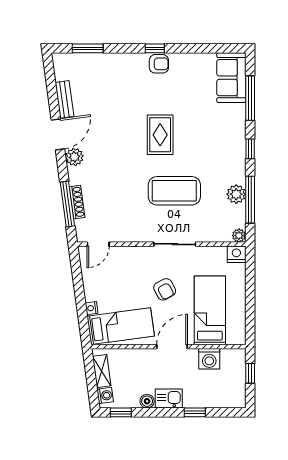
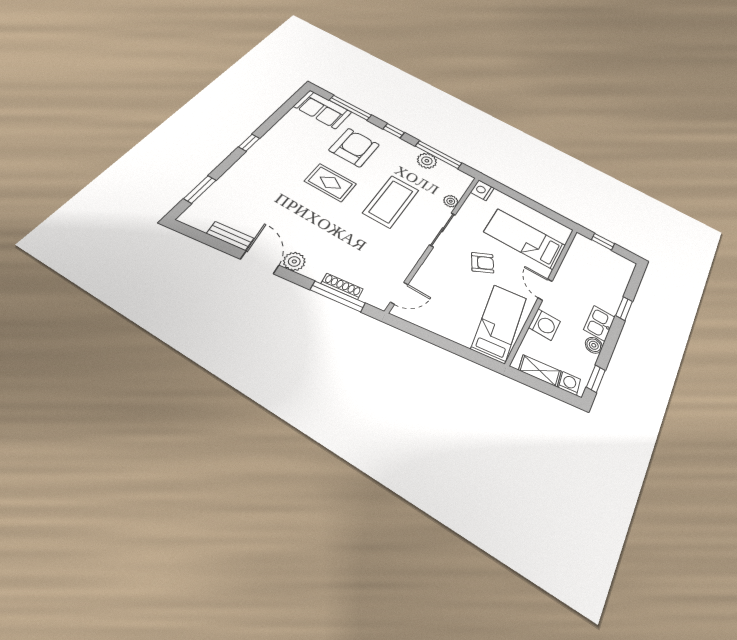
armchair: (159, 64) -> (354, 147), moved, width x1.88, depth x1.88
plant: (239, 236) -> (451, 201), moved
door: (98, 244) -> (399, 293), hinge flipped
nightstand: (92, 308) -> (464, 340), removed
door: (172, 347) -> (545, 290), width x0.73
washing machine: (209, 359) -> (544, 324), moved

